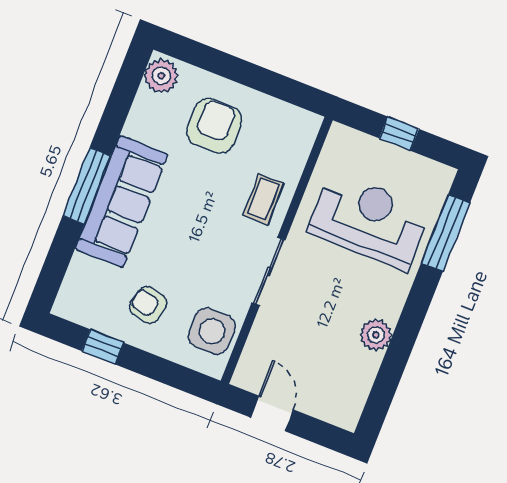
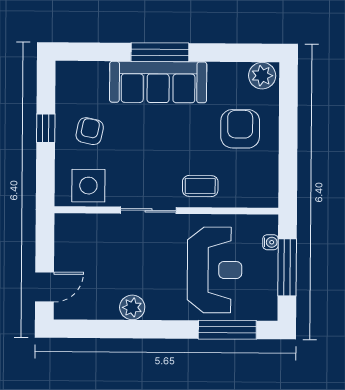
armchair: (214, 126) -> (240, 129), turned -90
window: (399, 134) -> (287, 267), width x2.17
water cooler: (362, 142) -> (270, 242), added
window: (103, 347) -> (46, 128), moved
door: (272, 414) -> (45, 287), moved

